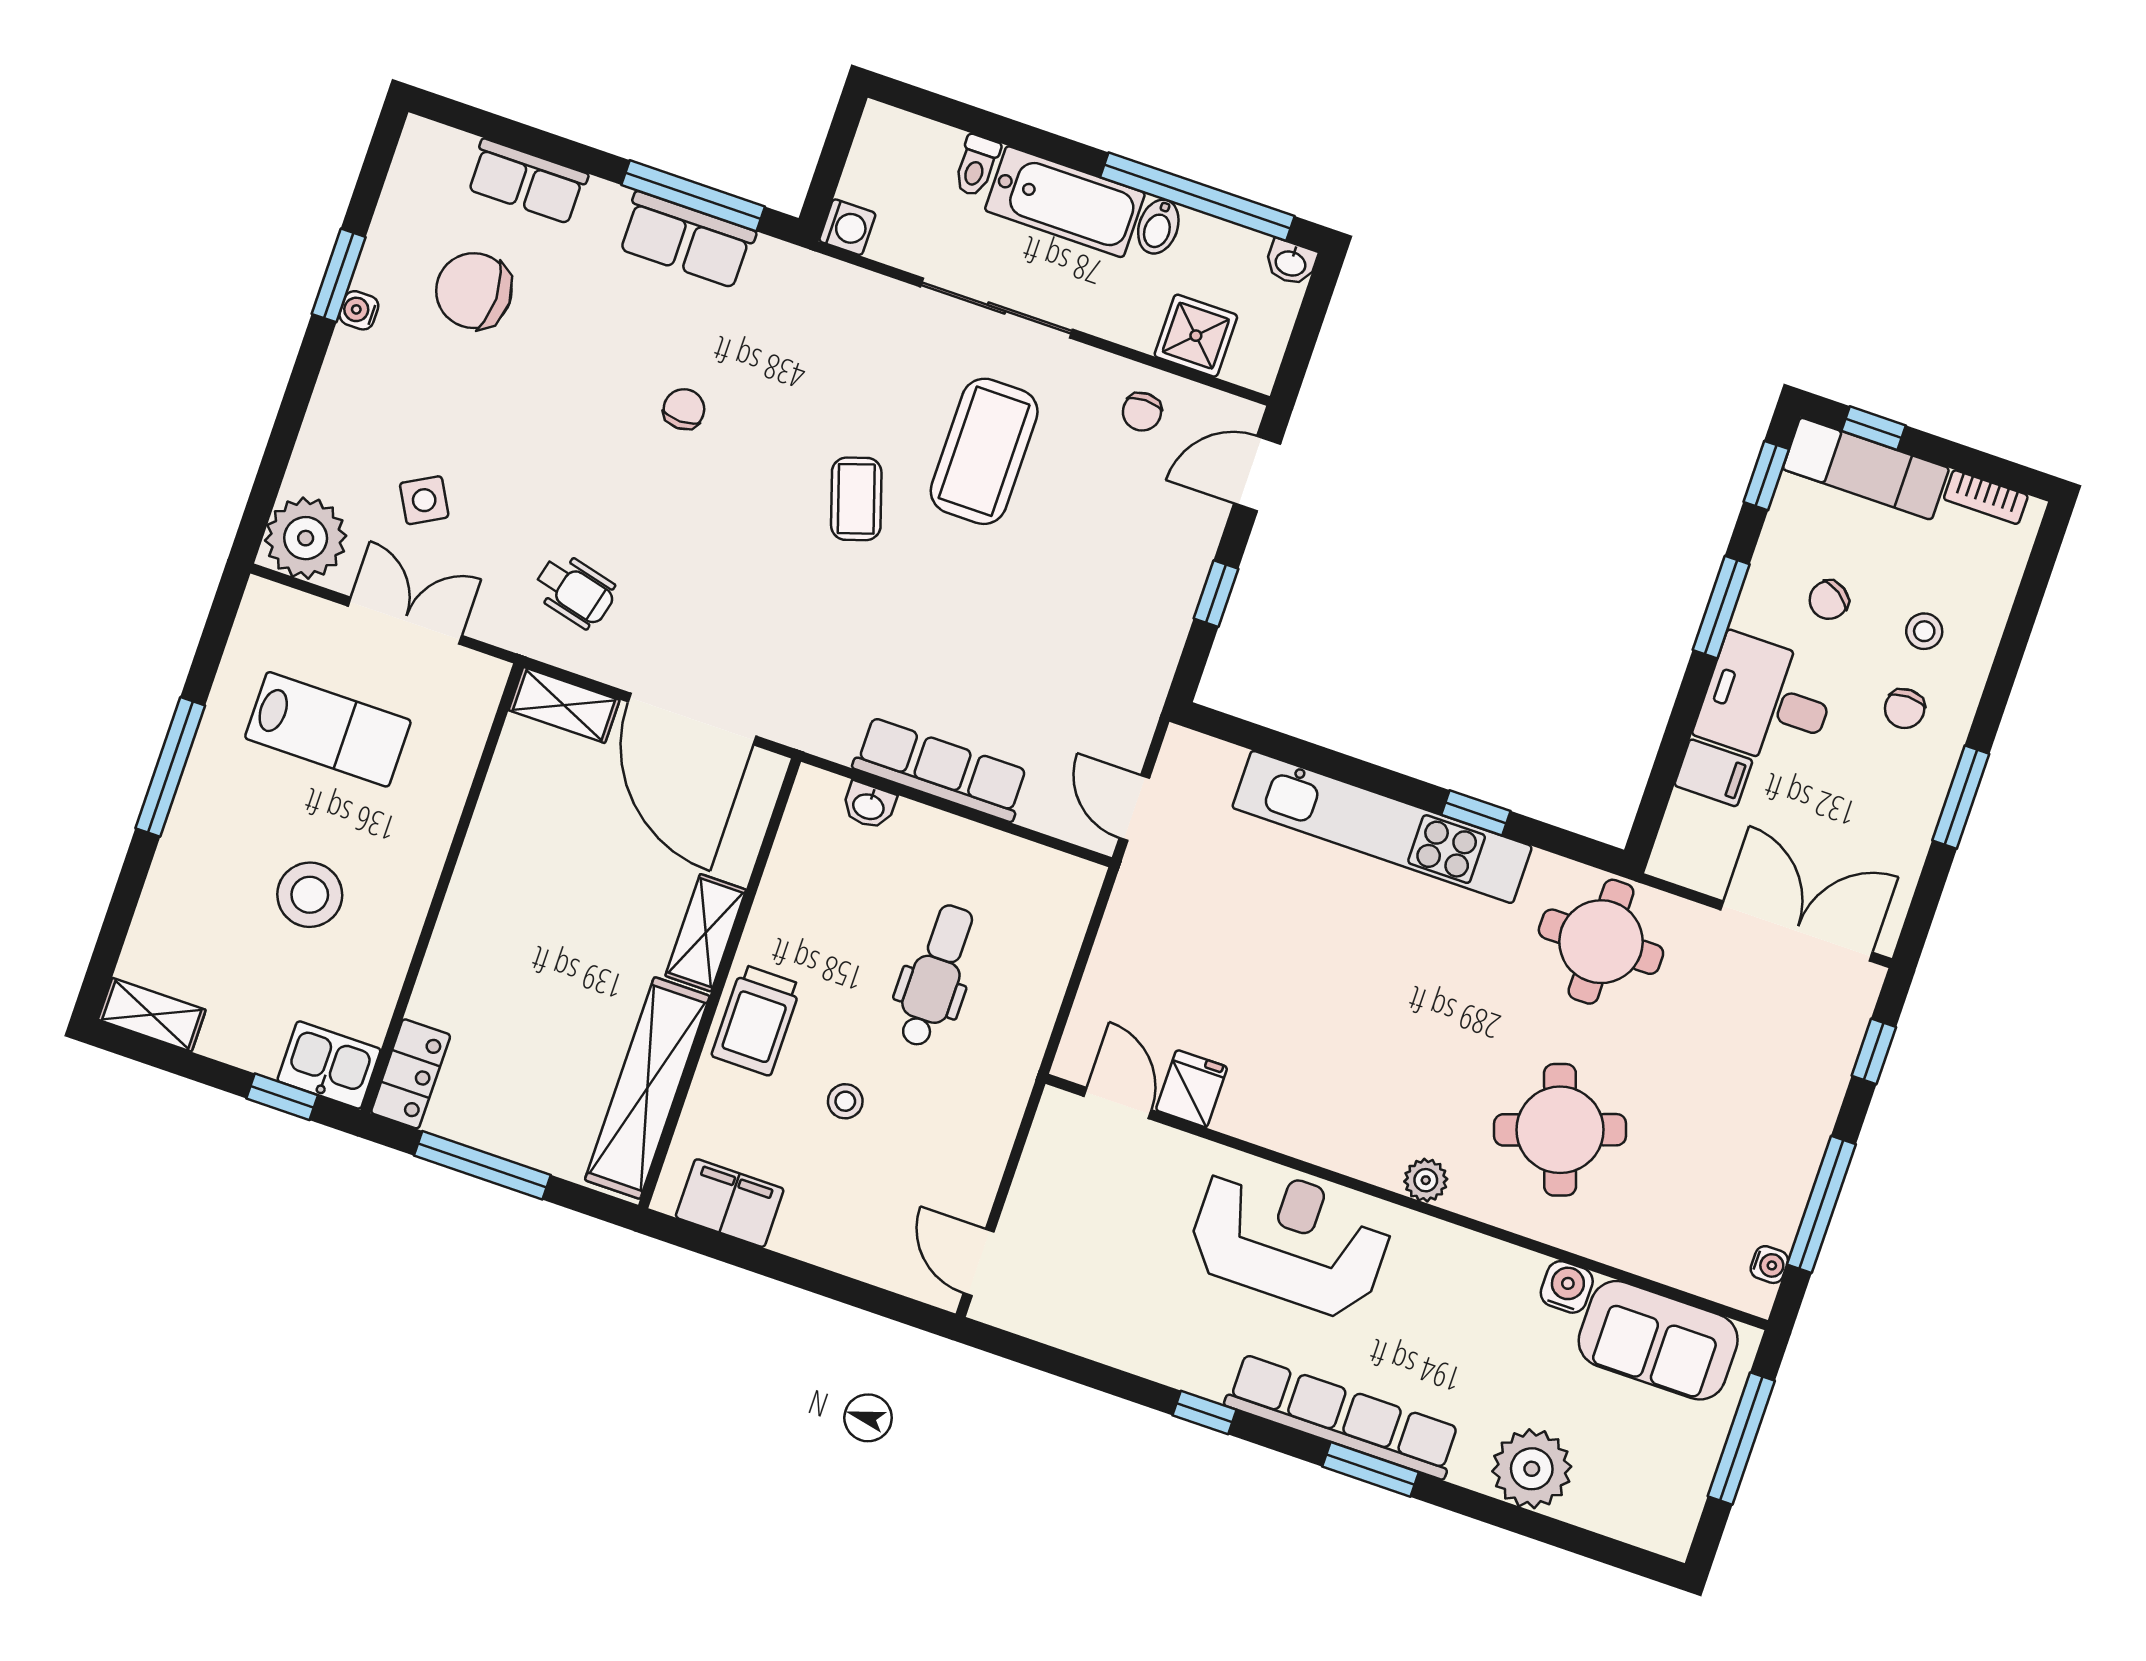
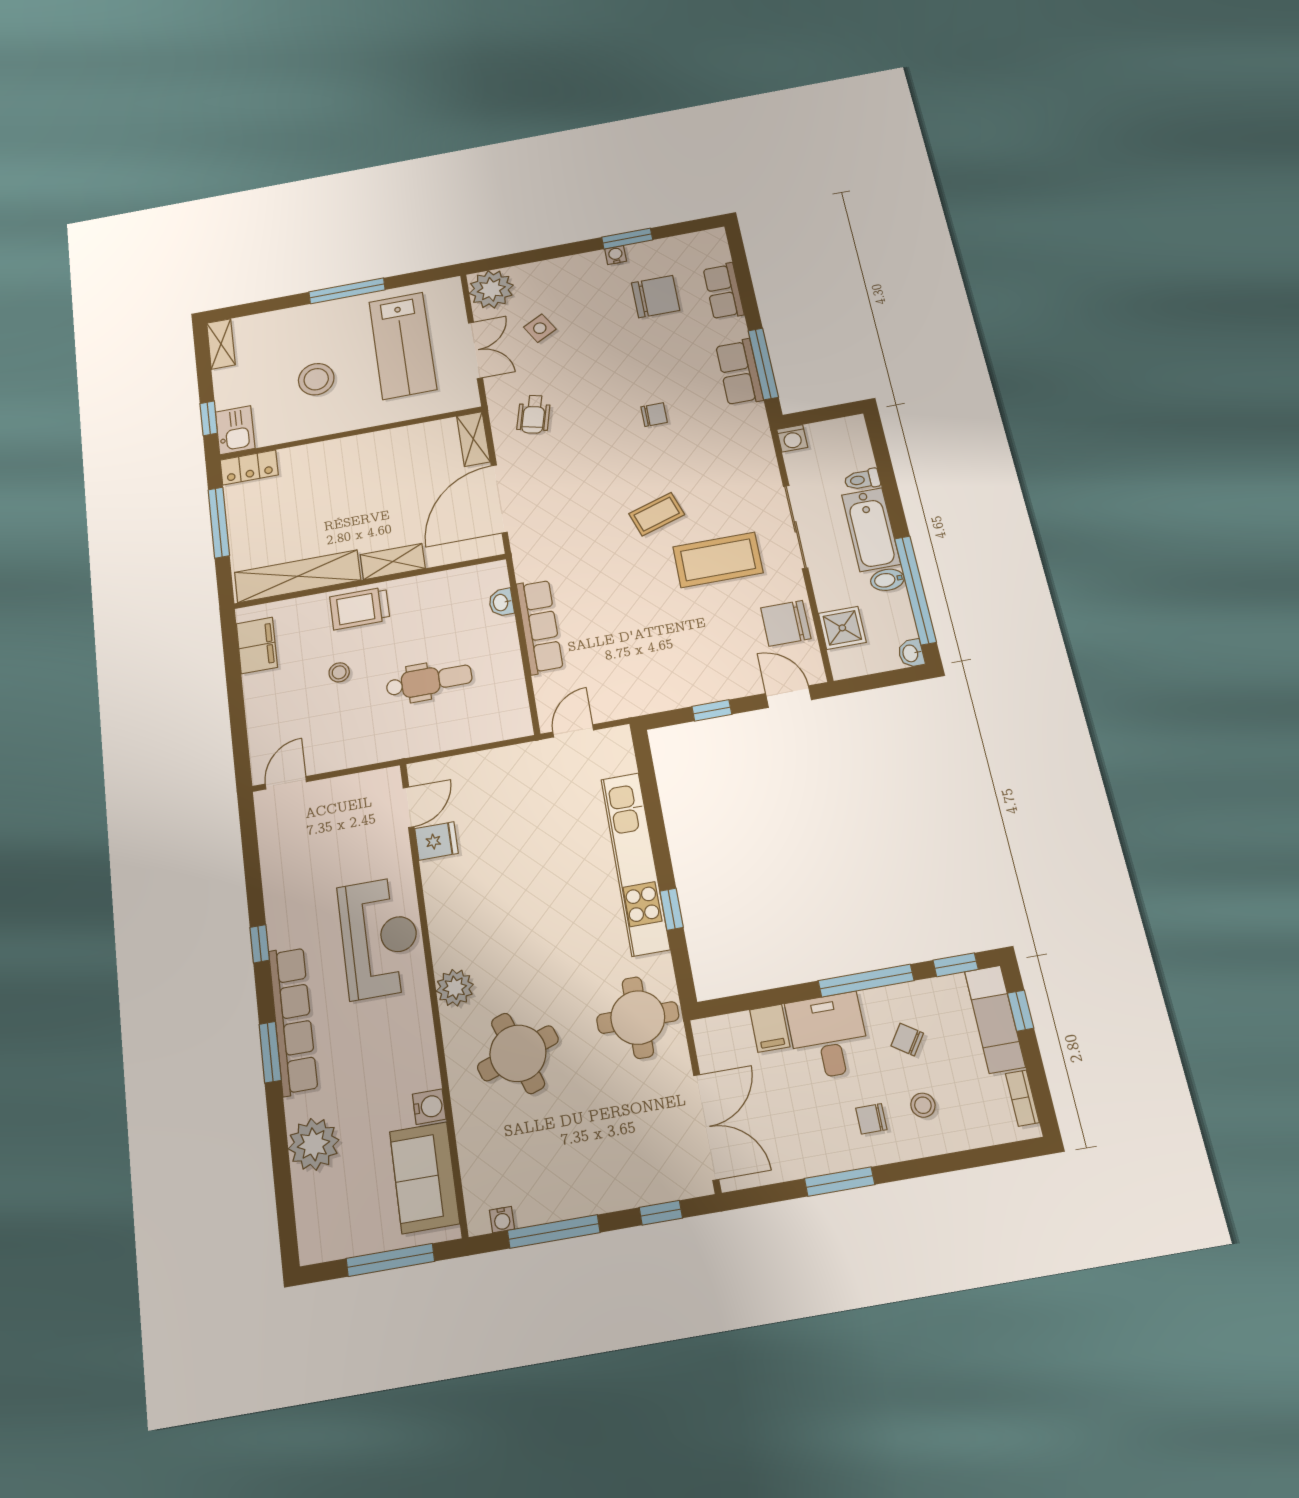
chair: (474, 291) -> (656, 297), turned 90
chair: (1142, 412) -> (786, 623), width x1.87, depth x1.87
window: (1721, 607) -> (866, 981), width x1.44
lab bench: (328, 729) -> (403, 345), width x1.36, depth x1.39
plant: (1426, 1180) -> (455, 988), width x1.38, depth x1.38

